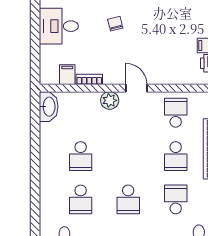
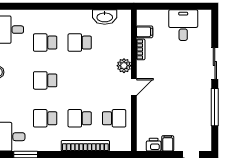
chair: (115, 24) -> (185, 70), removed
washbasin: (49, 107) -> (105, 17), moved
school desk: (176, 199) -> (45, 118), turned 180

